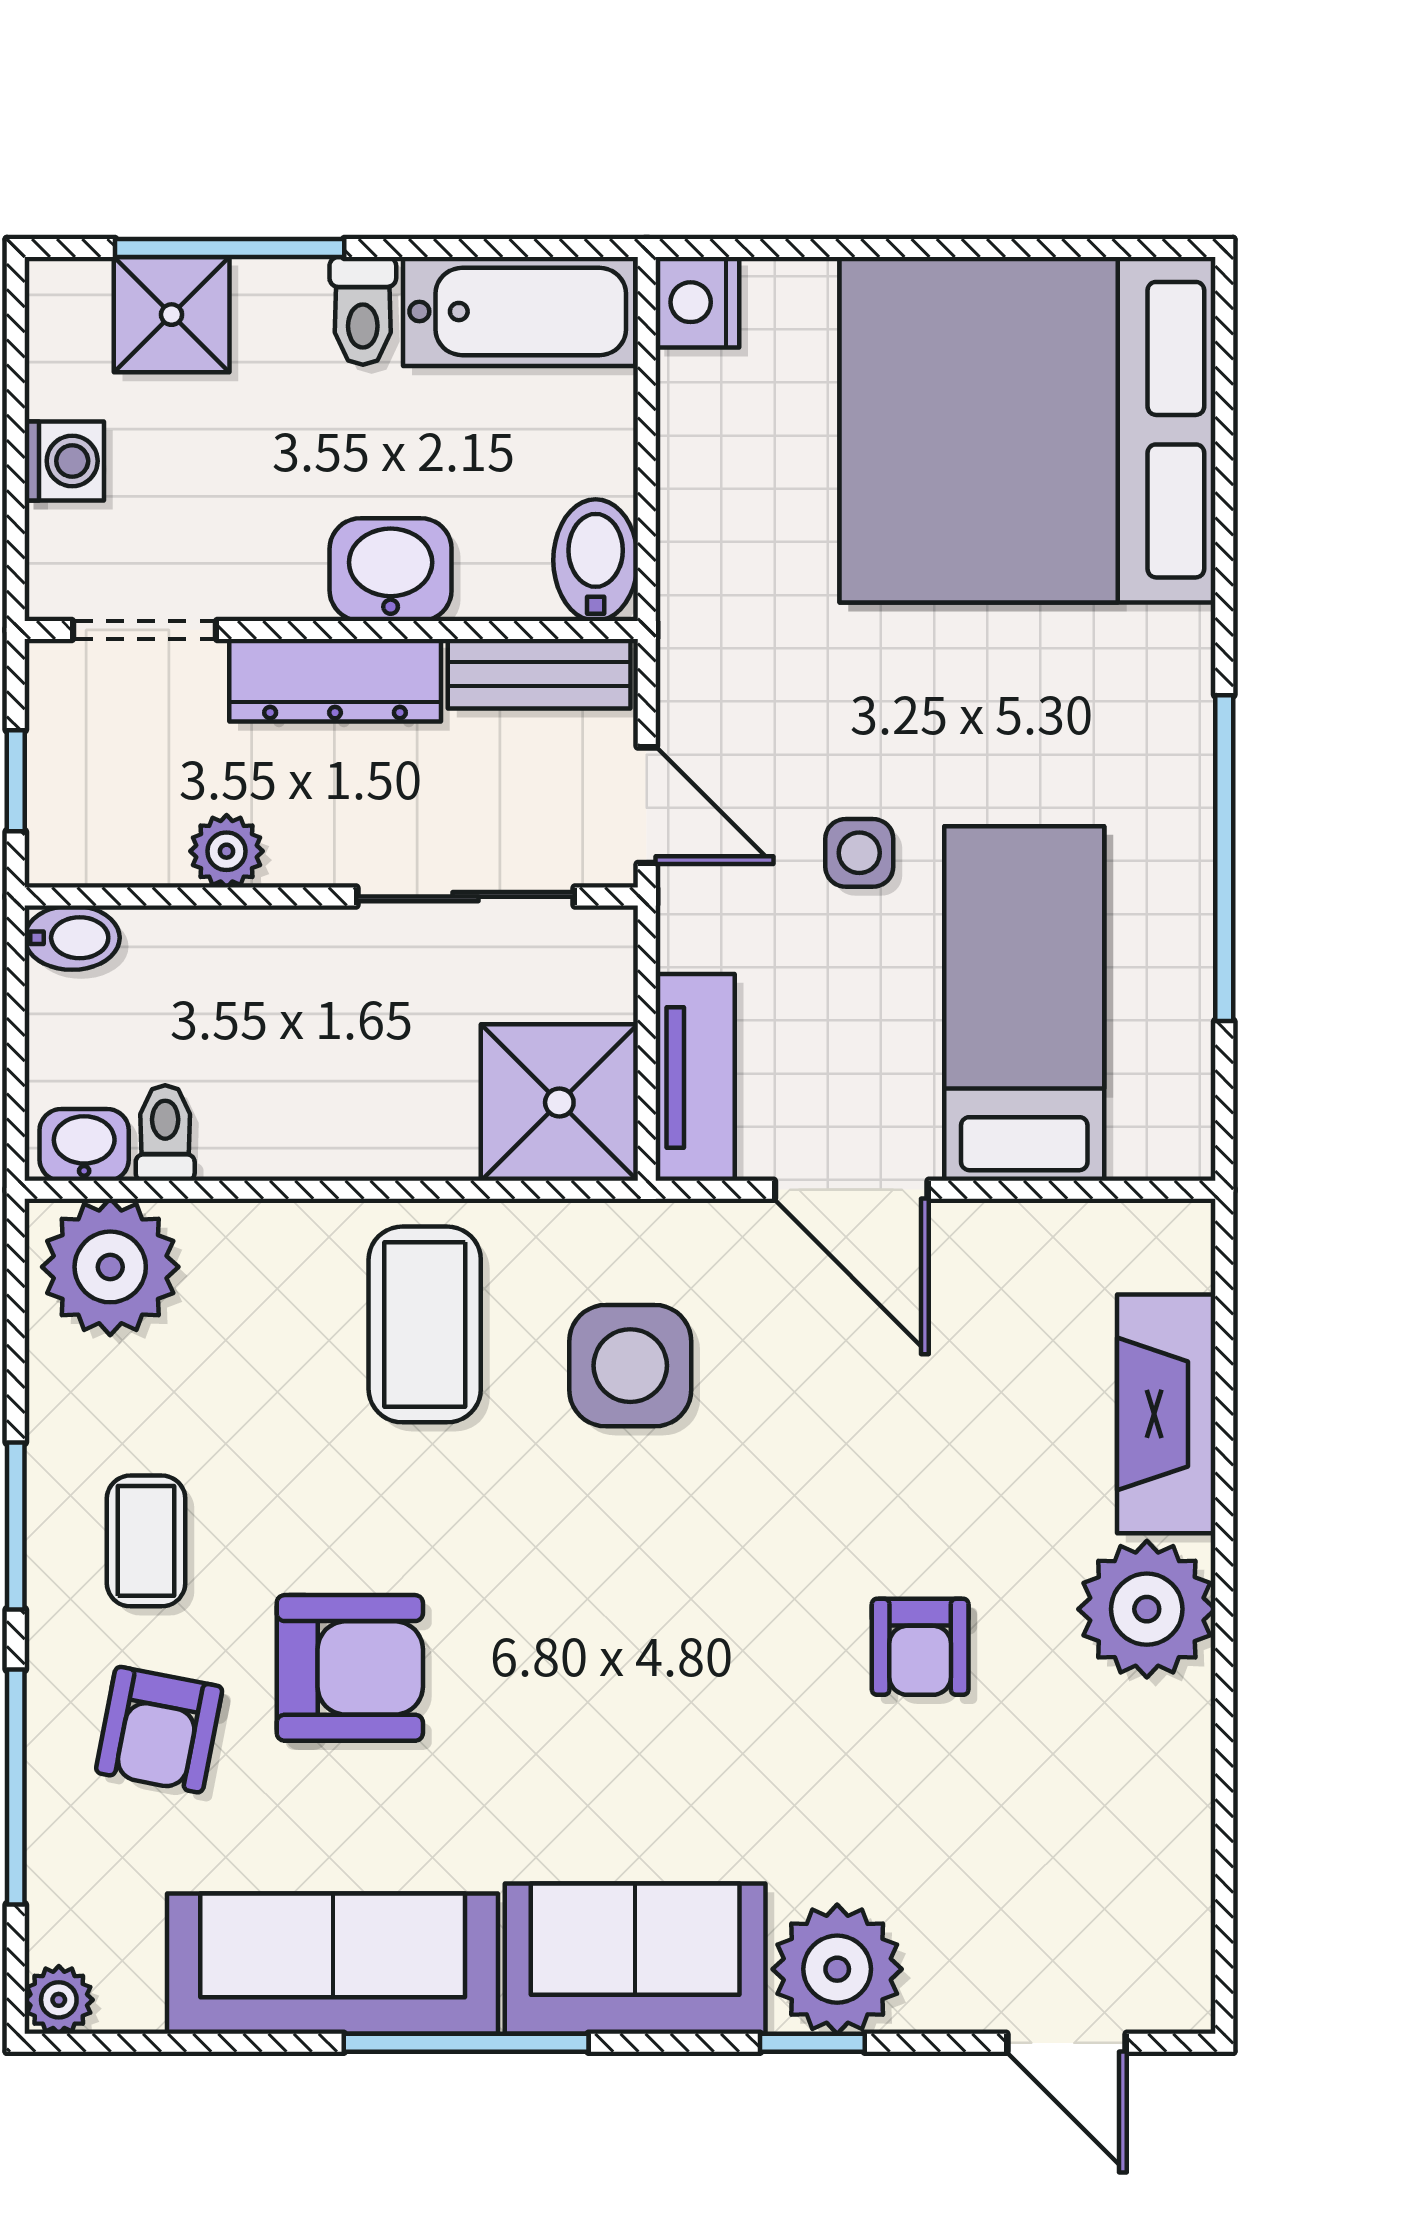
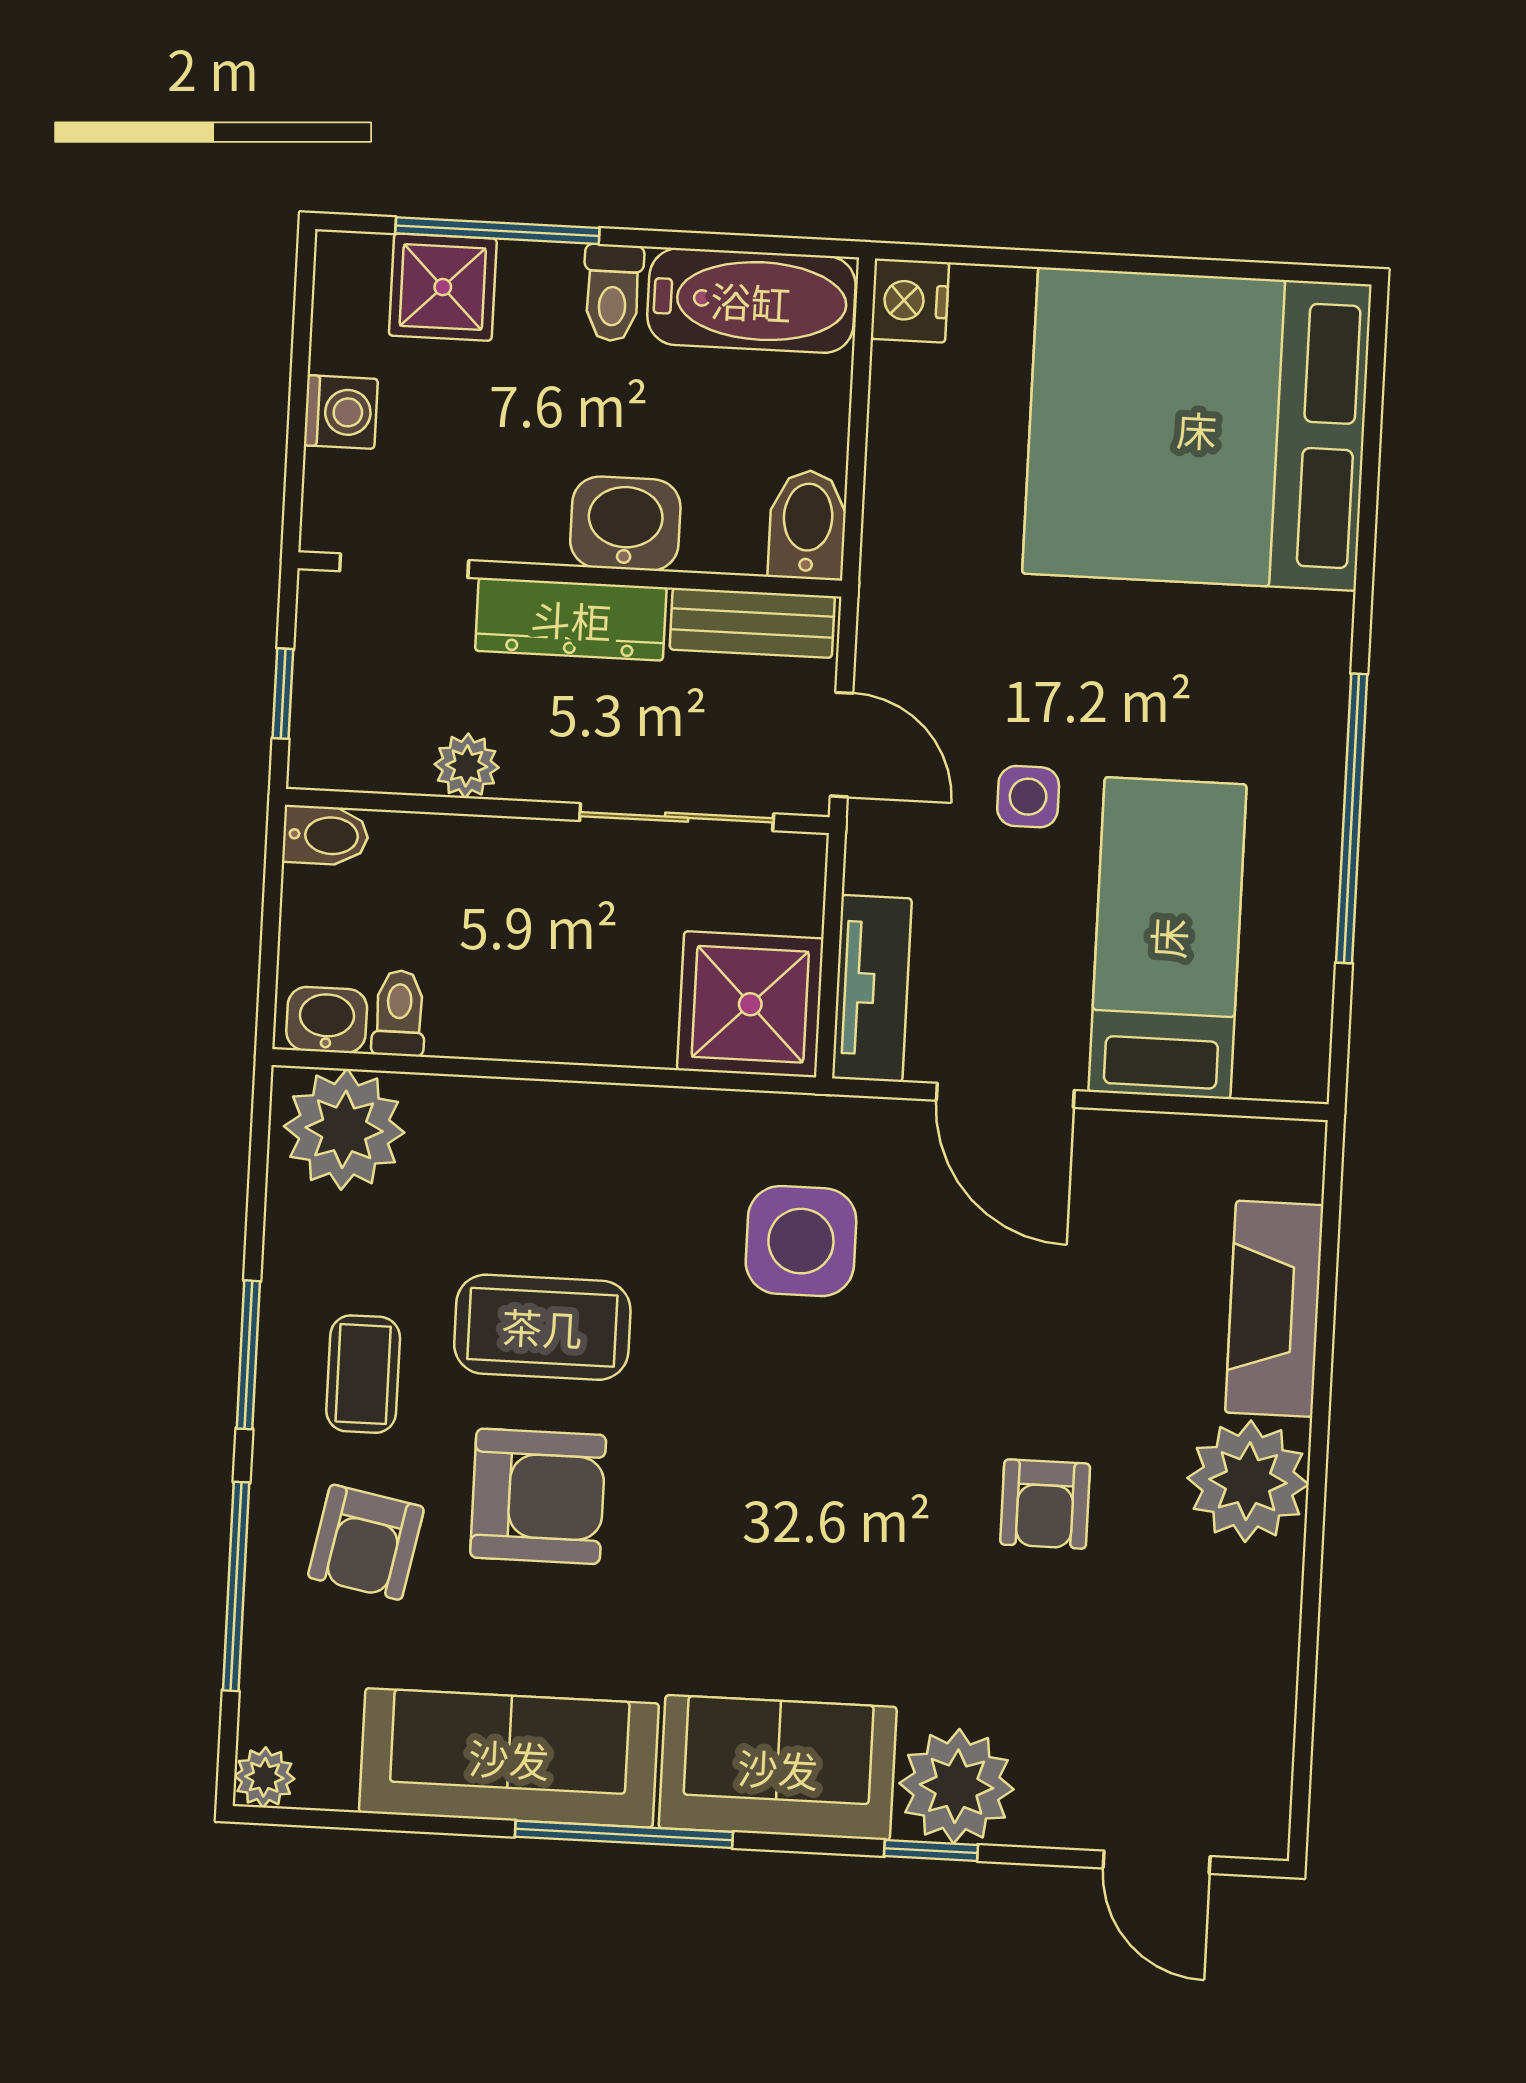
coffee table: (425, 1324) -> (542, 1327), moved, turned 90

